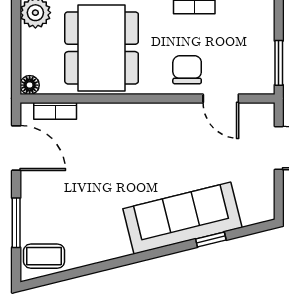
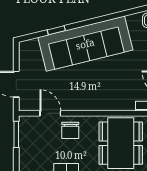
sofa: (182, 218) -> (85, 44), width x1.36, depth x1.27

